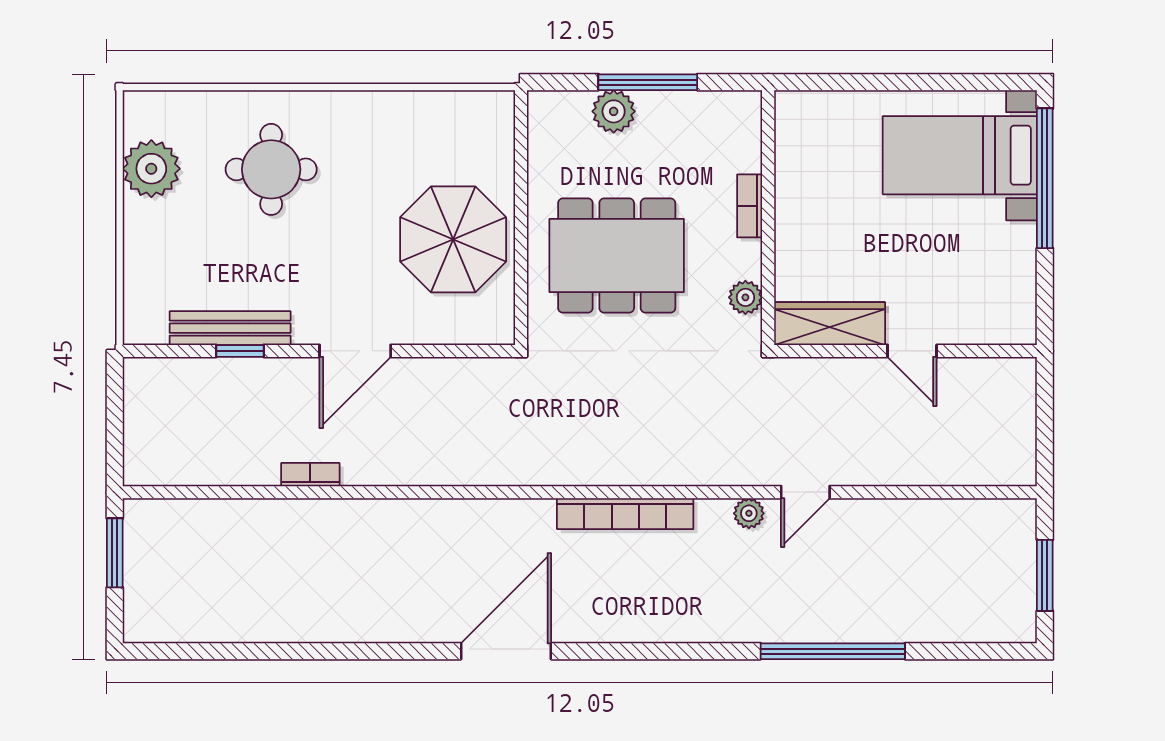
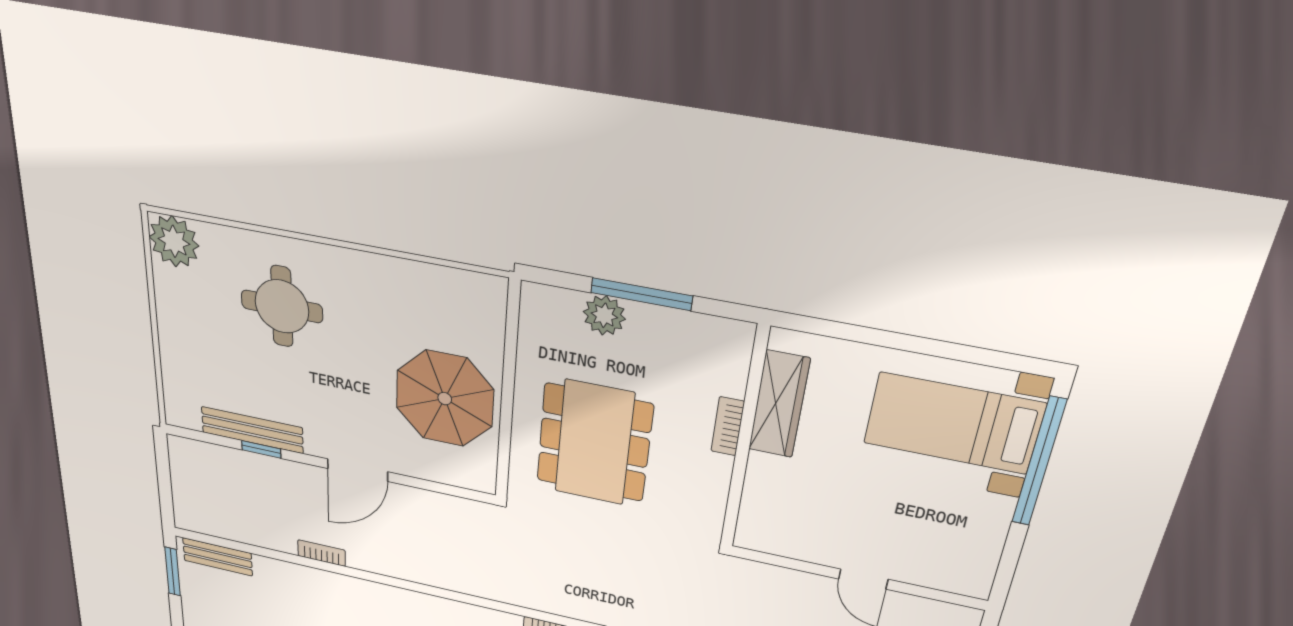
plant: (151, 169) -> (174, 241), moved
dining table: (617, 256) -> (594, 443), turned 90
plant: (745, 297) -> (711, 502), removed
wardrobe: (830, 324) -> (779, 404), moved, turned 90
bench: (177, 515) -> (218, 557), added

